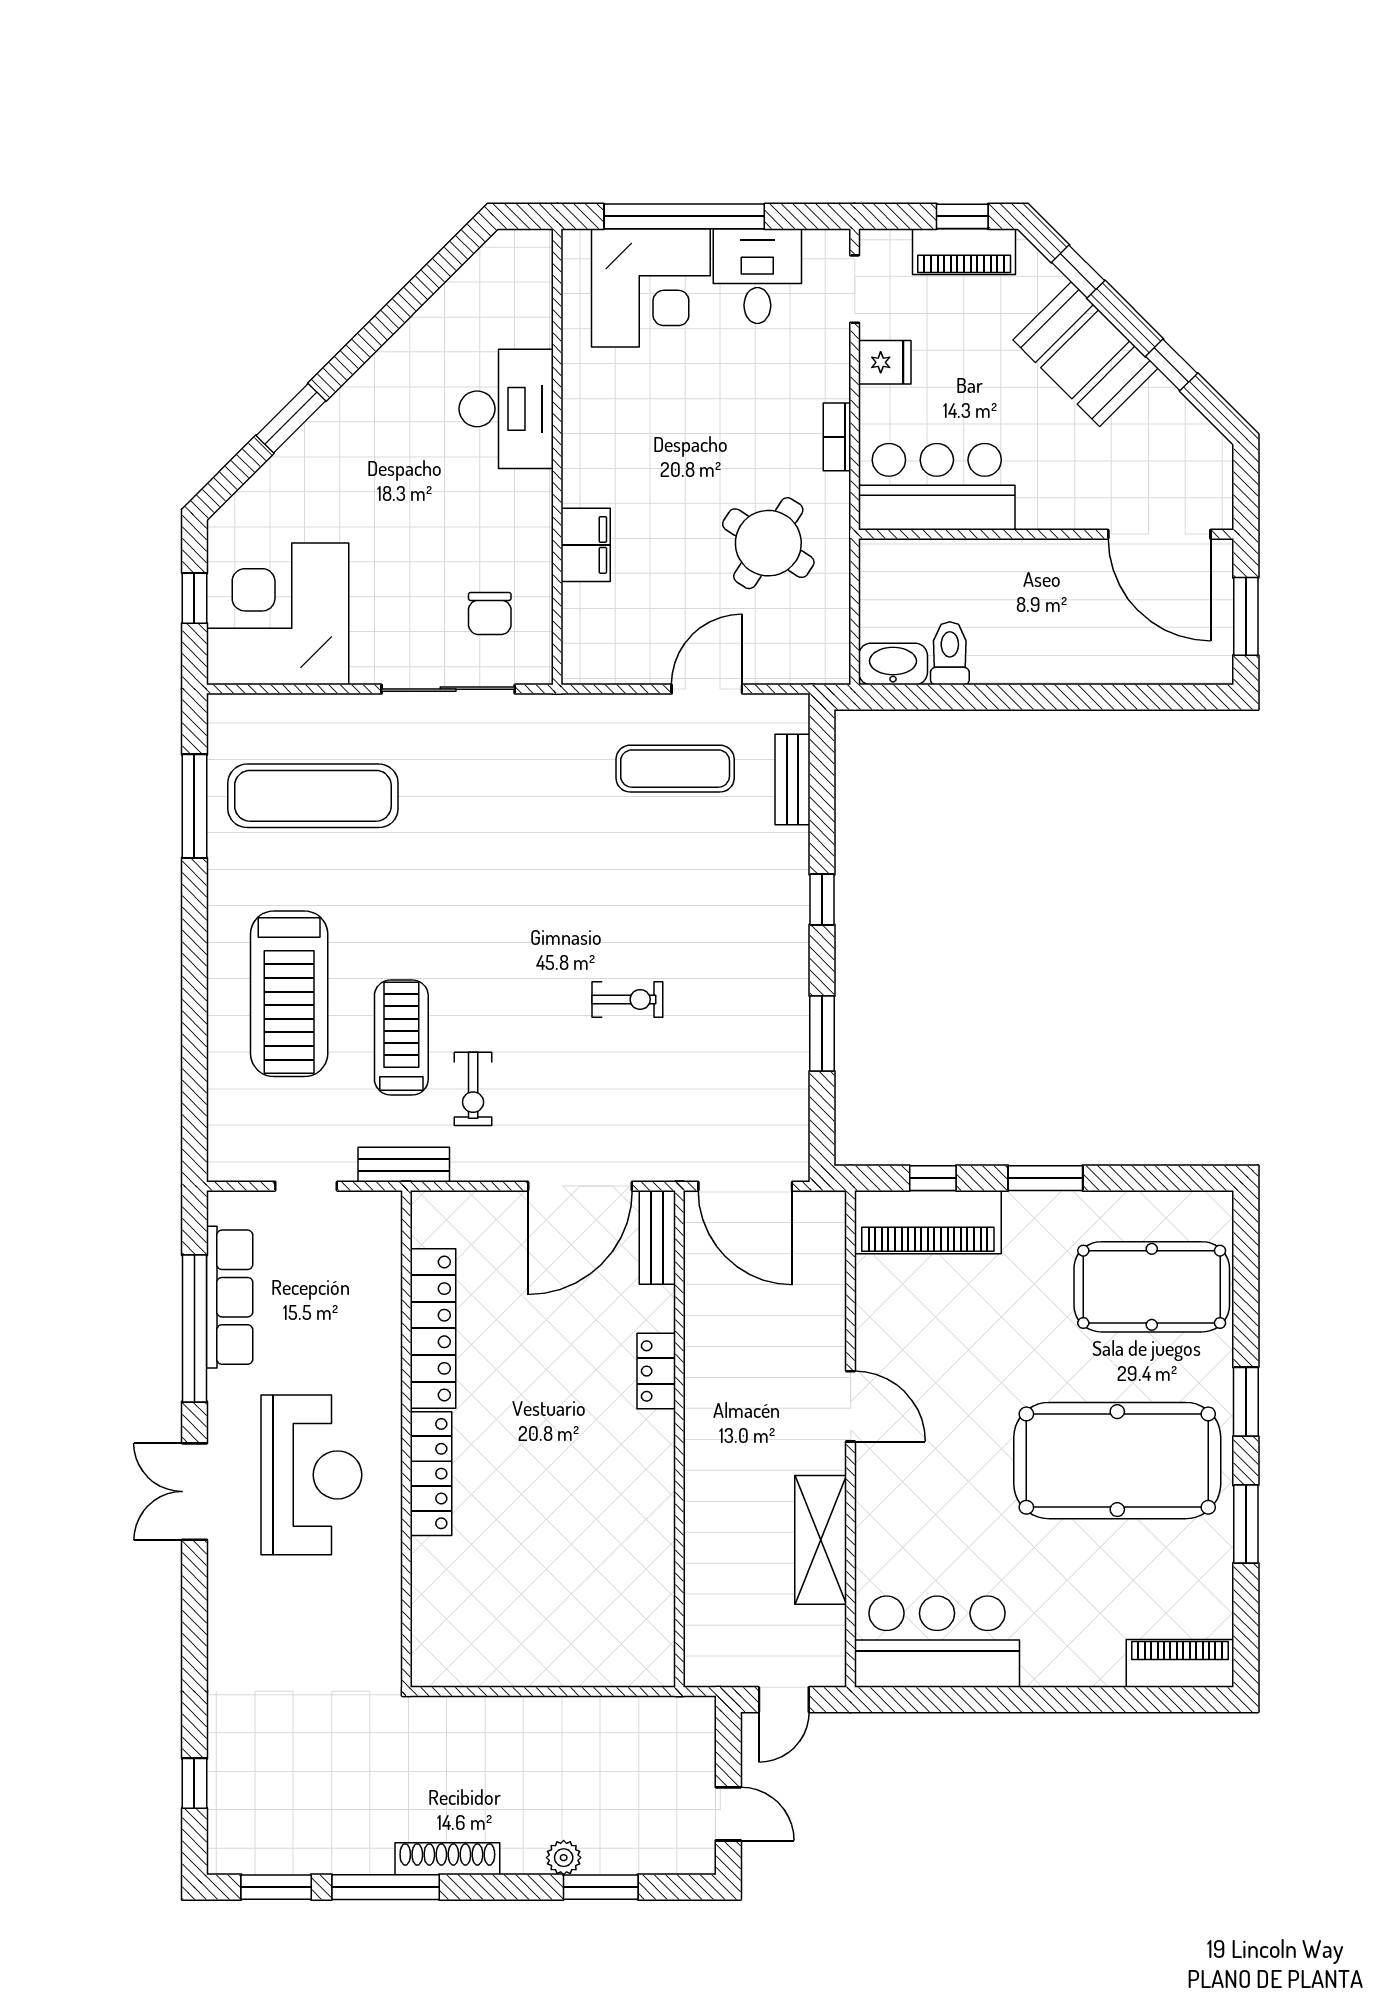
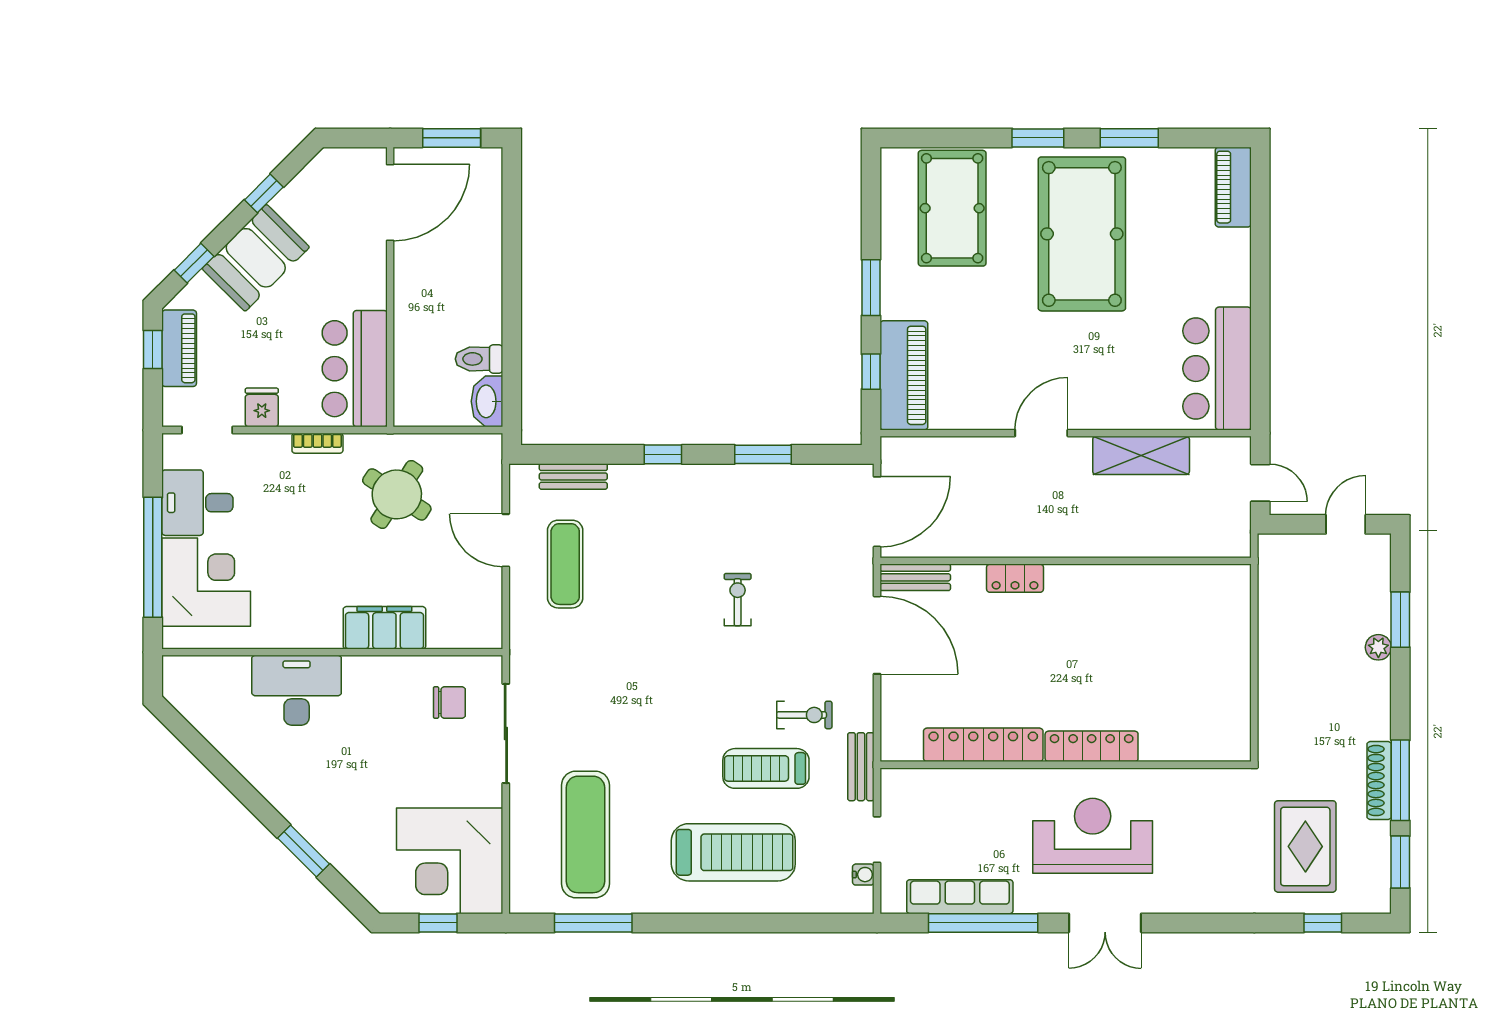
filing cabinet: (586, 545) -> (384, 628), width x1.50, depth x1.17
water cooler: (259, 1168) -> (863, 875), added
rug: (297, 1760) -> (1305, 846), added
shoe rack: (447, 1859) -> (1379, 781), moved

